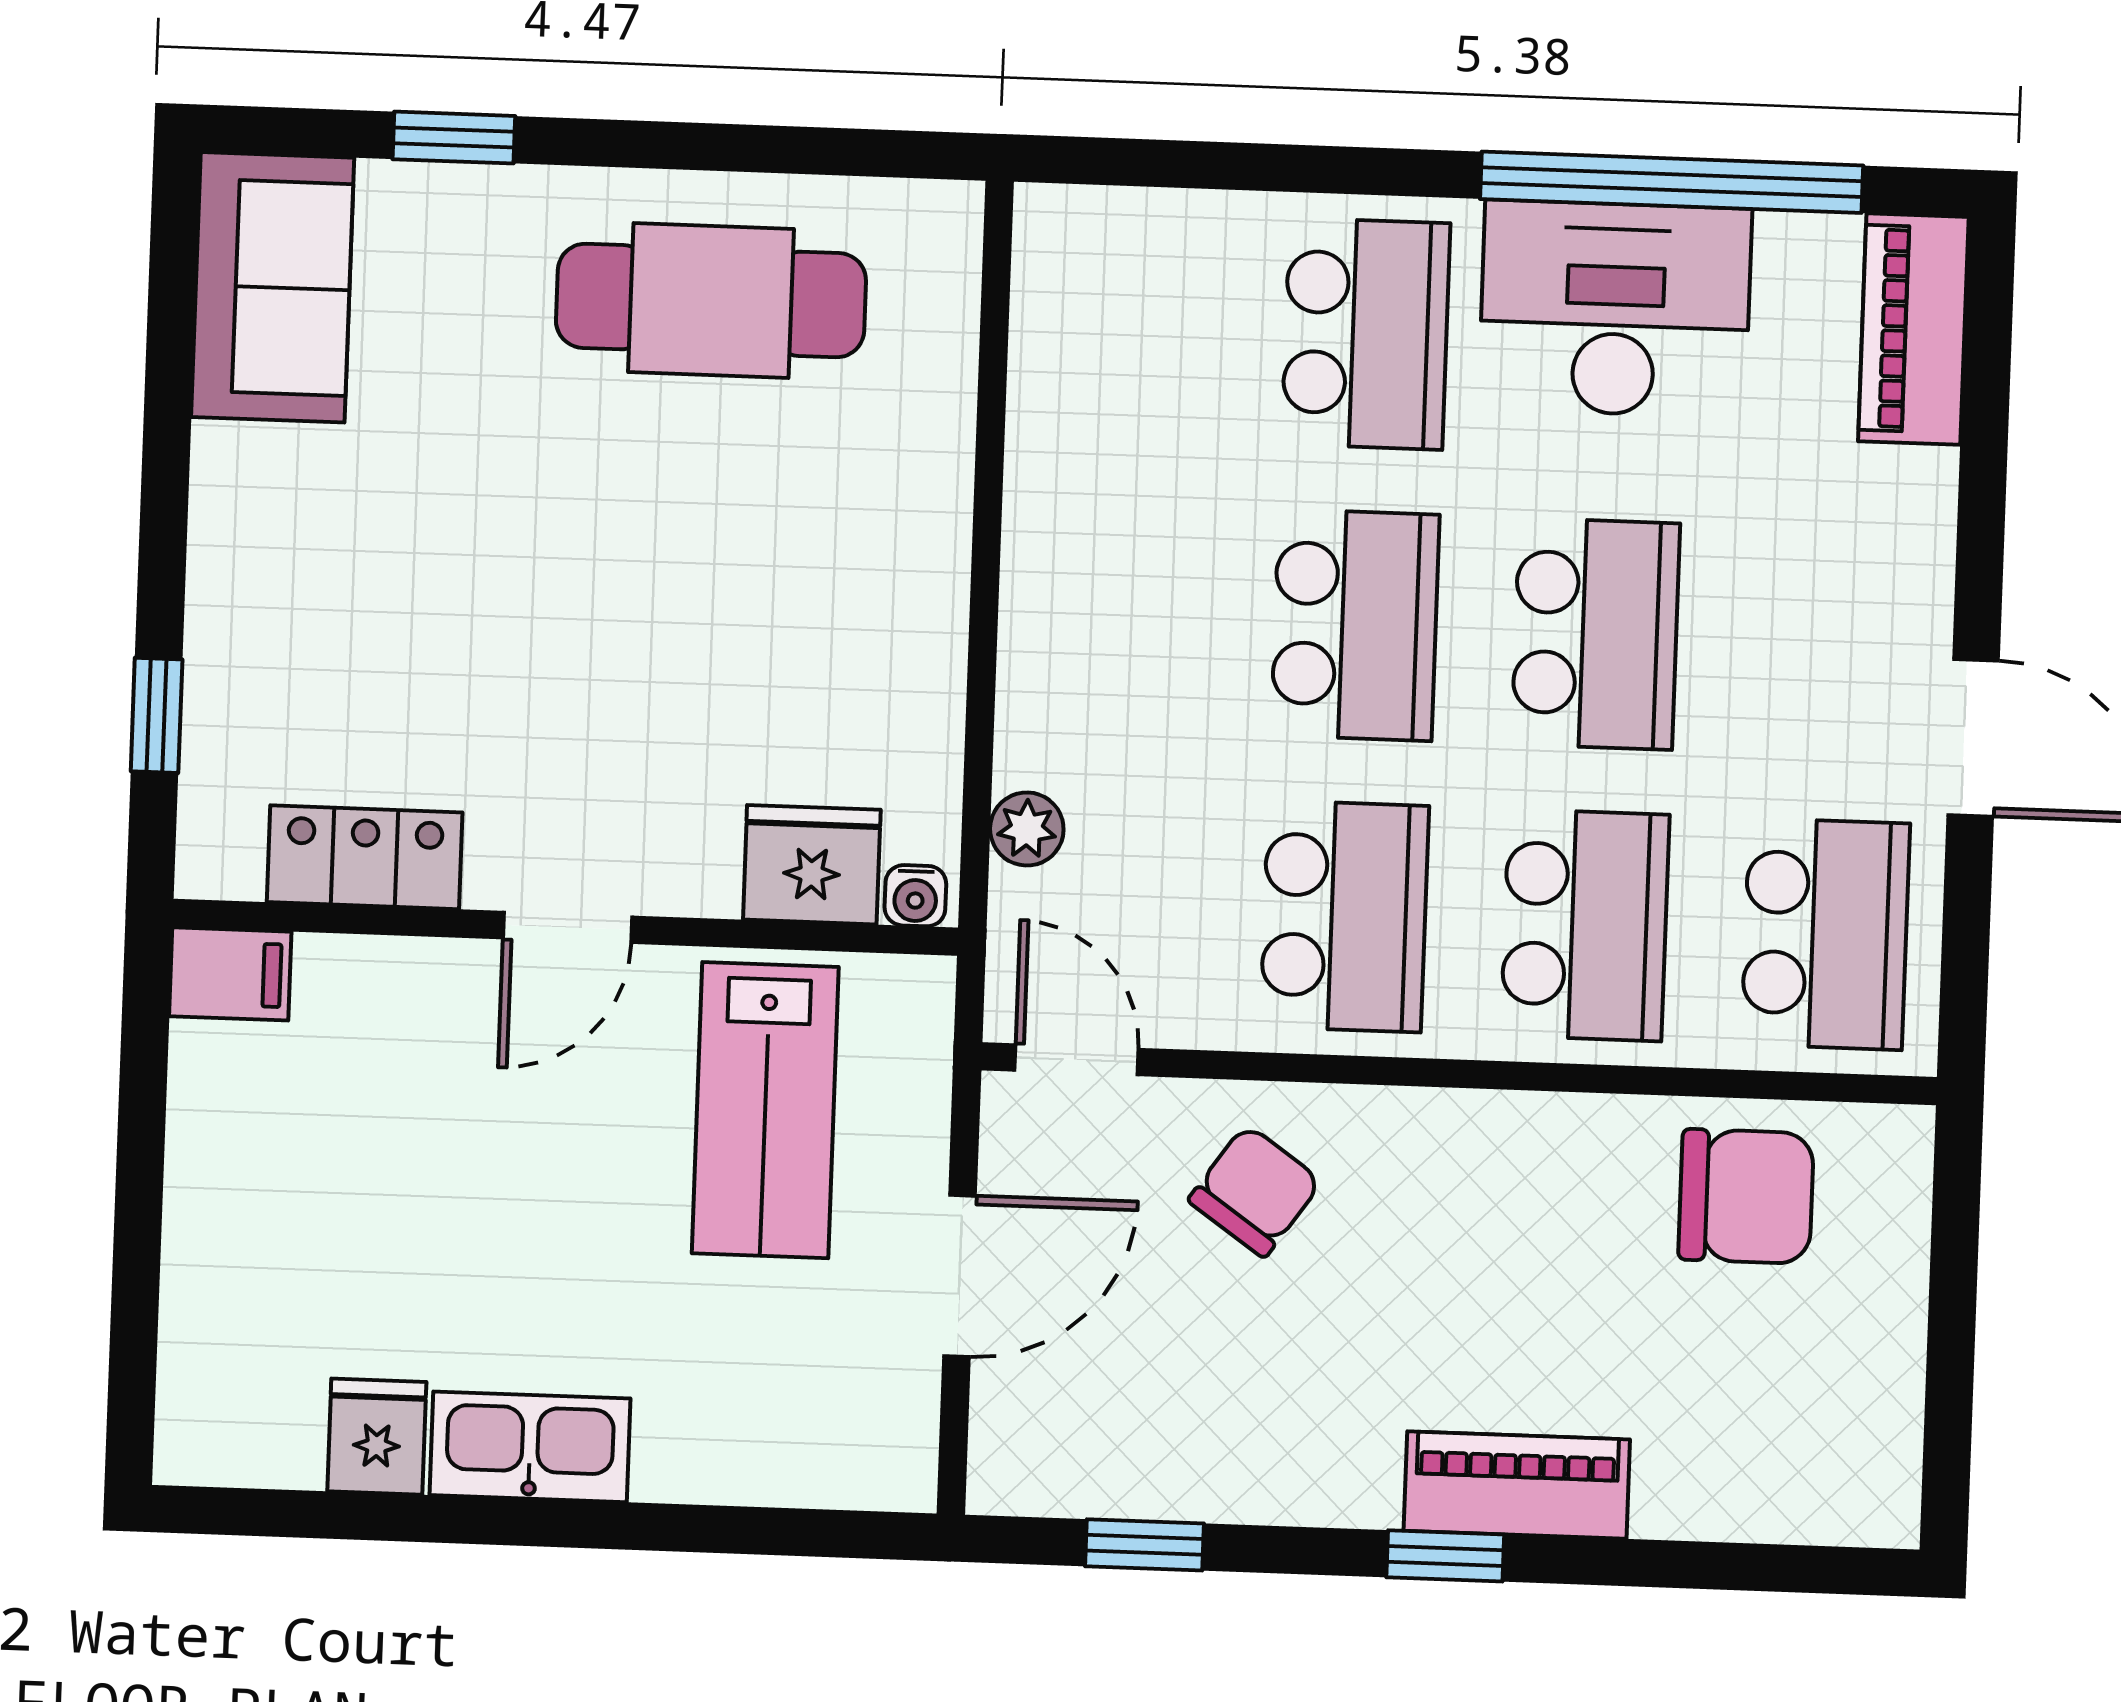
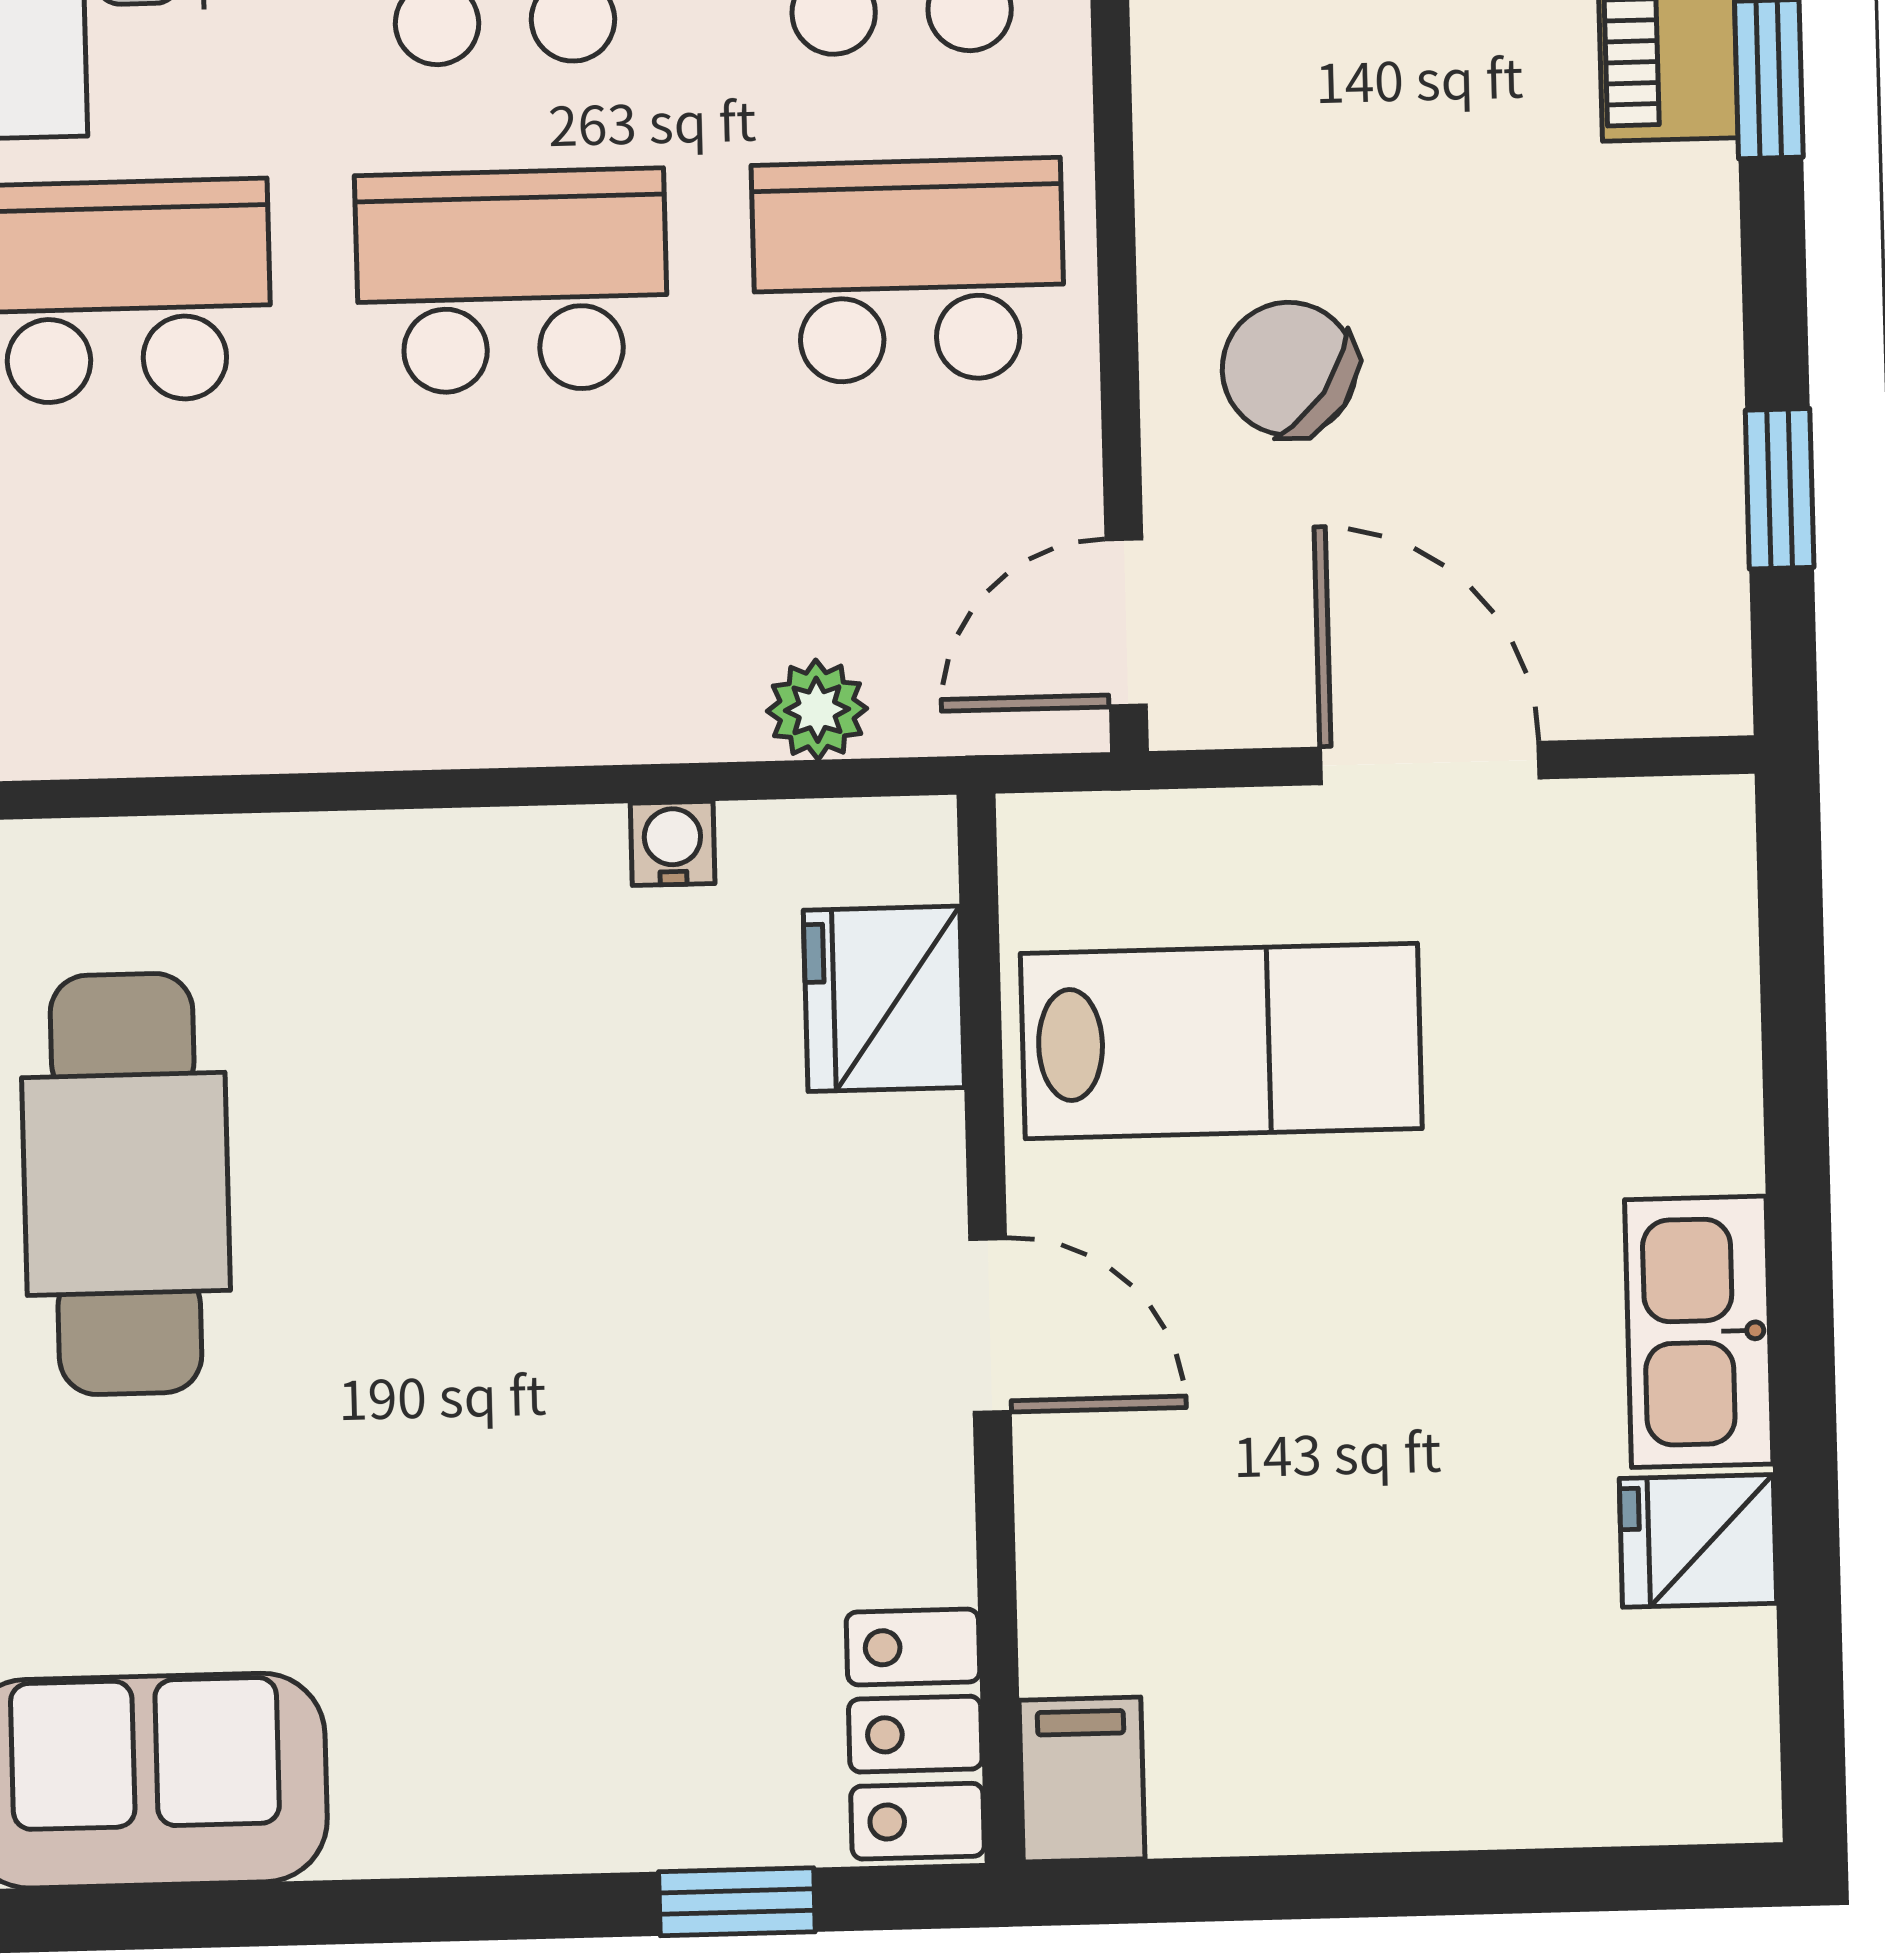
locker: (365, 857) -> (915, 1734), moved
water cooler: (915, 896) -> (673, 843), moved, turned -90

